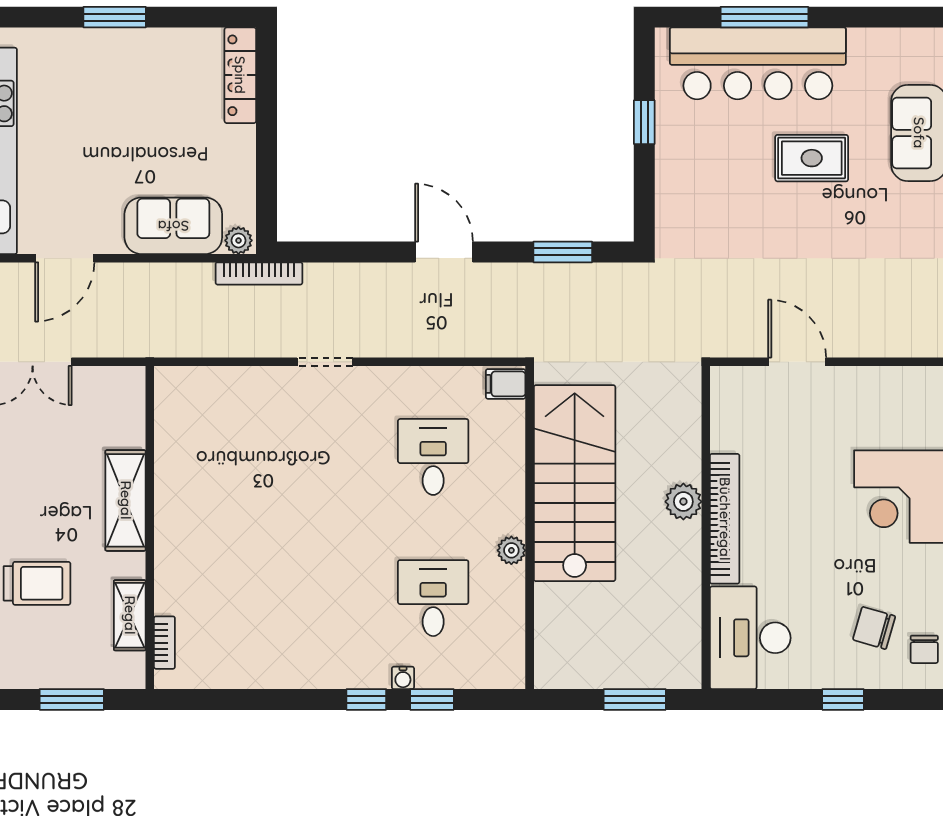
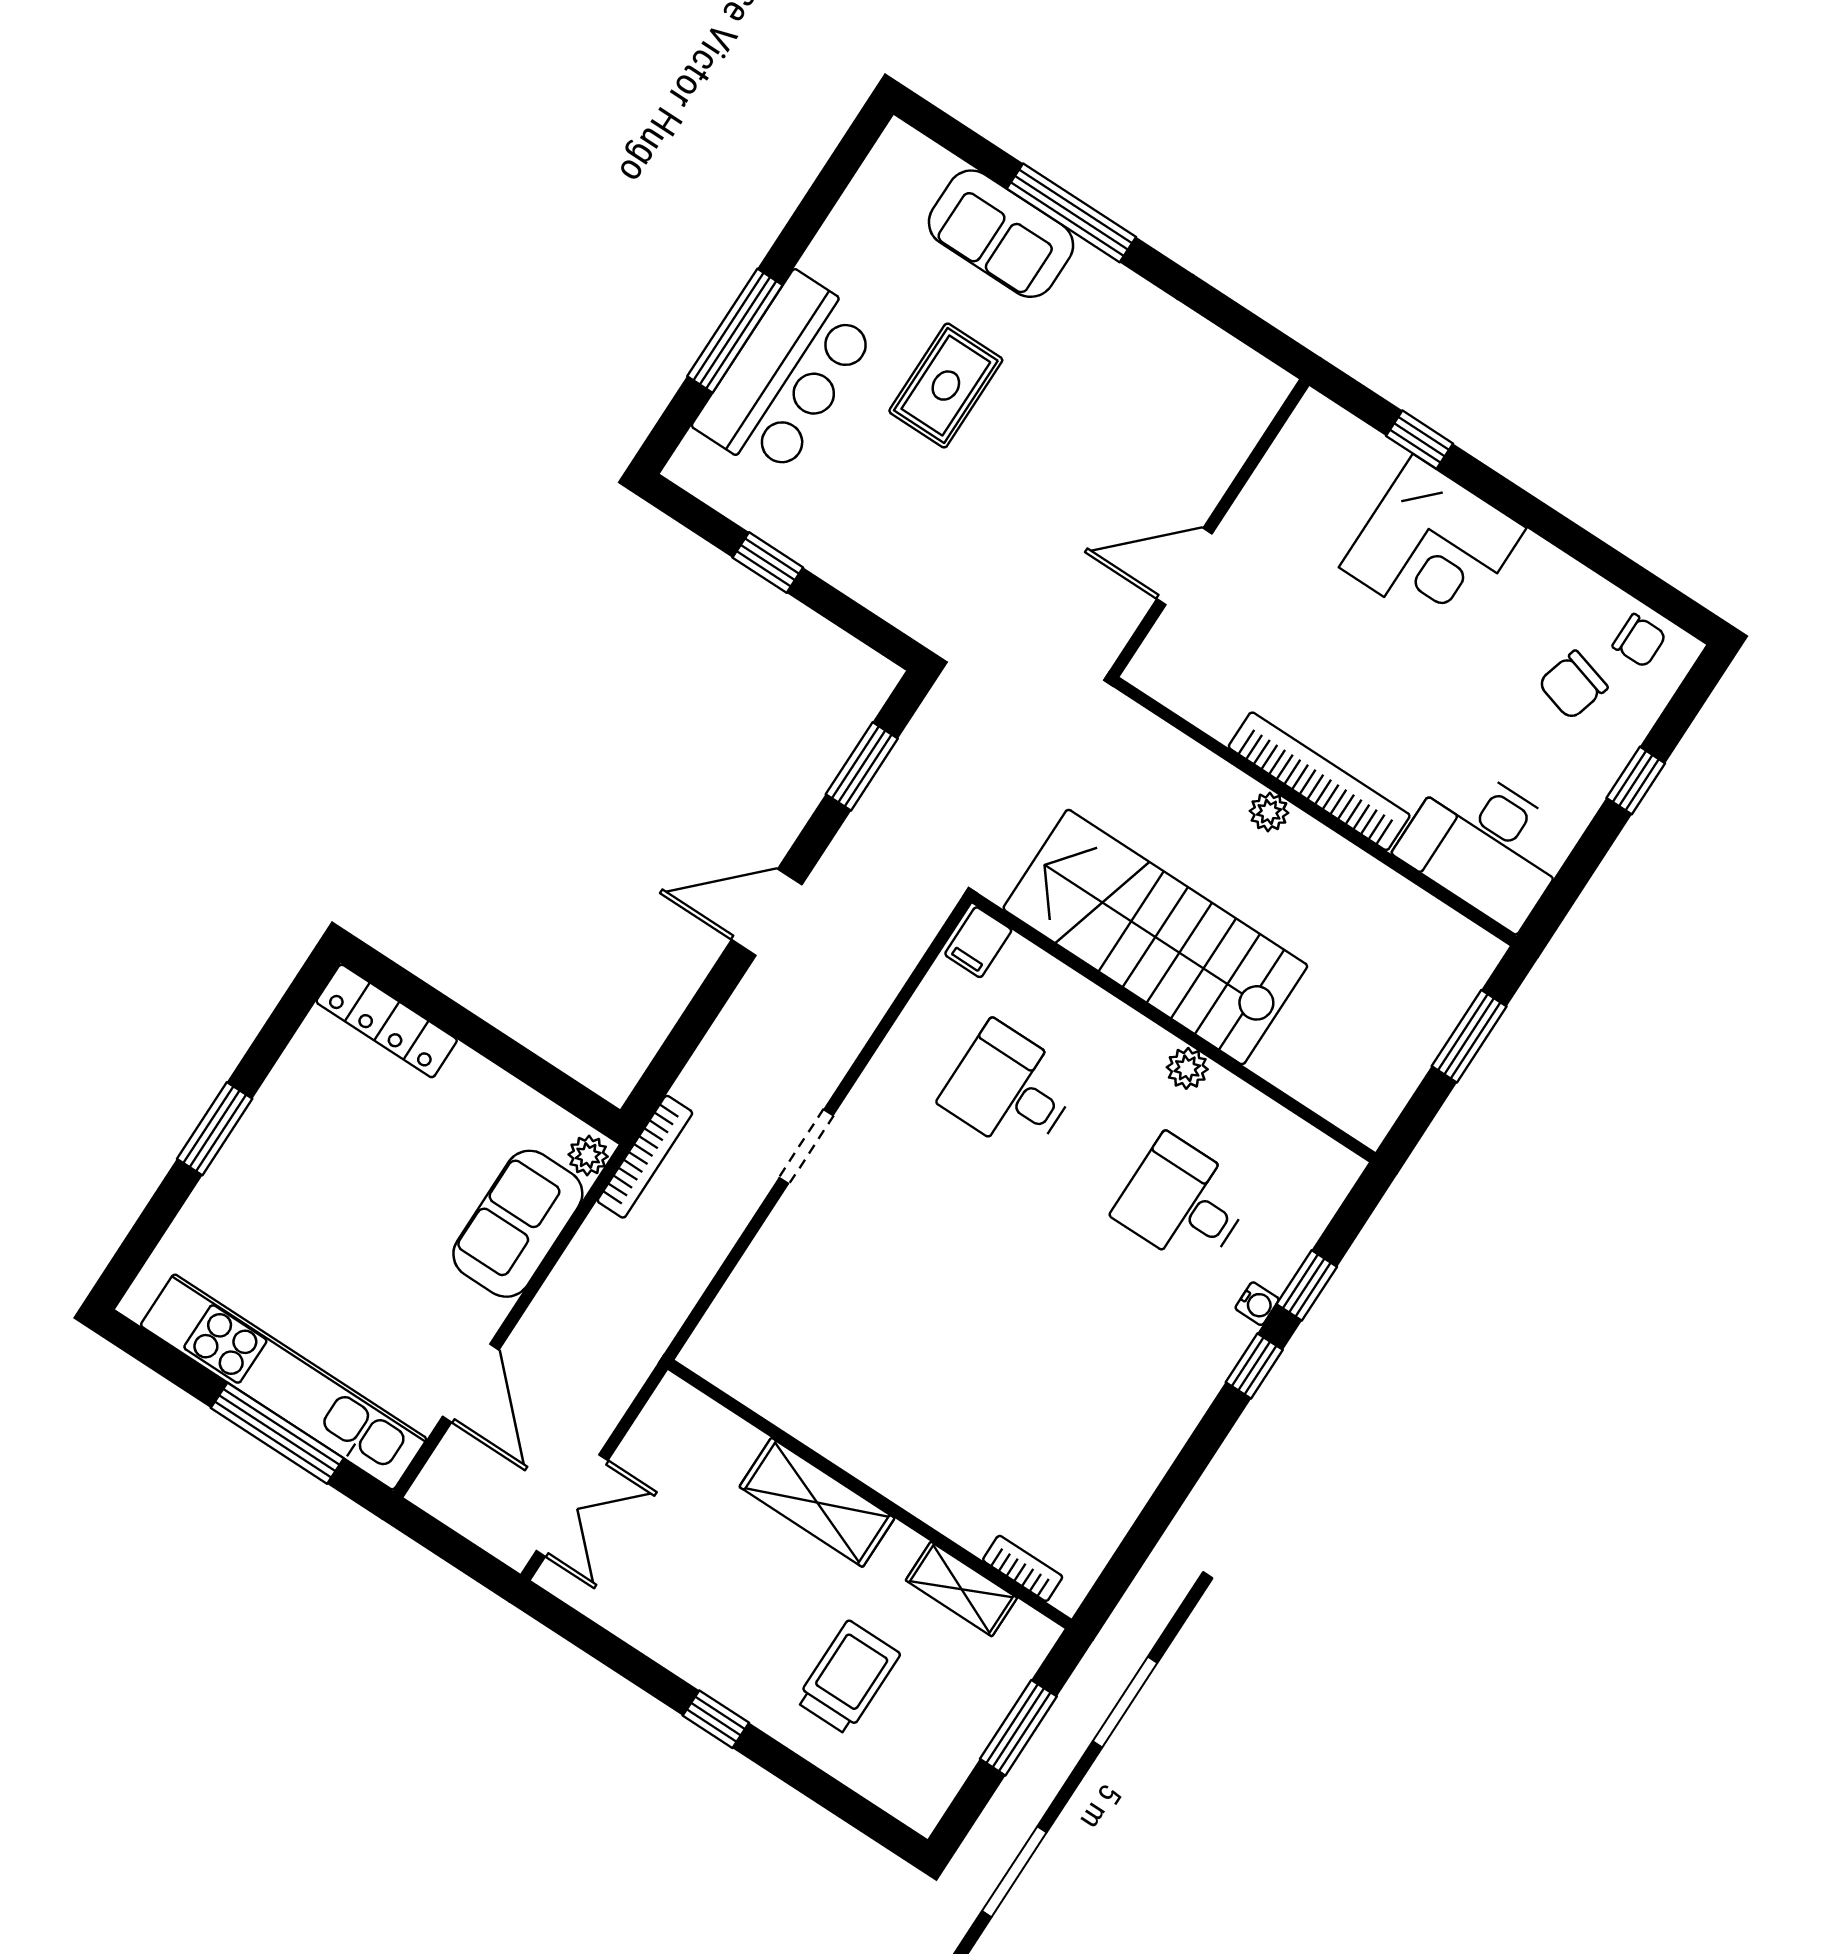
bar counter: (758, 63) -> (786, 376), width x0.73
plant: (683, 502) -> (1269, 812), width x0.73, depth x0.73

